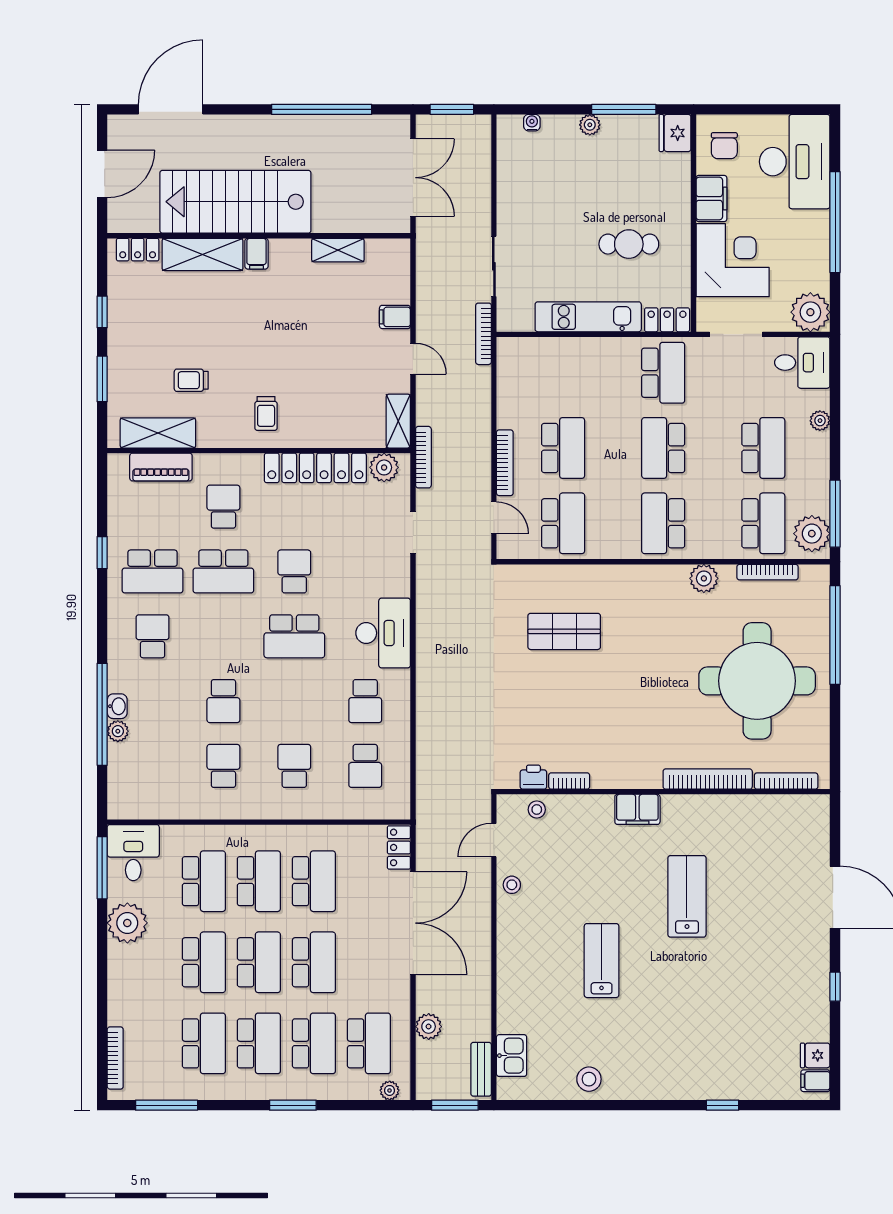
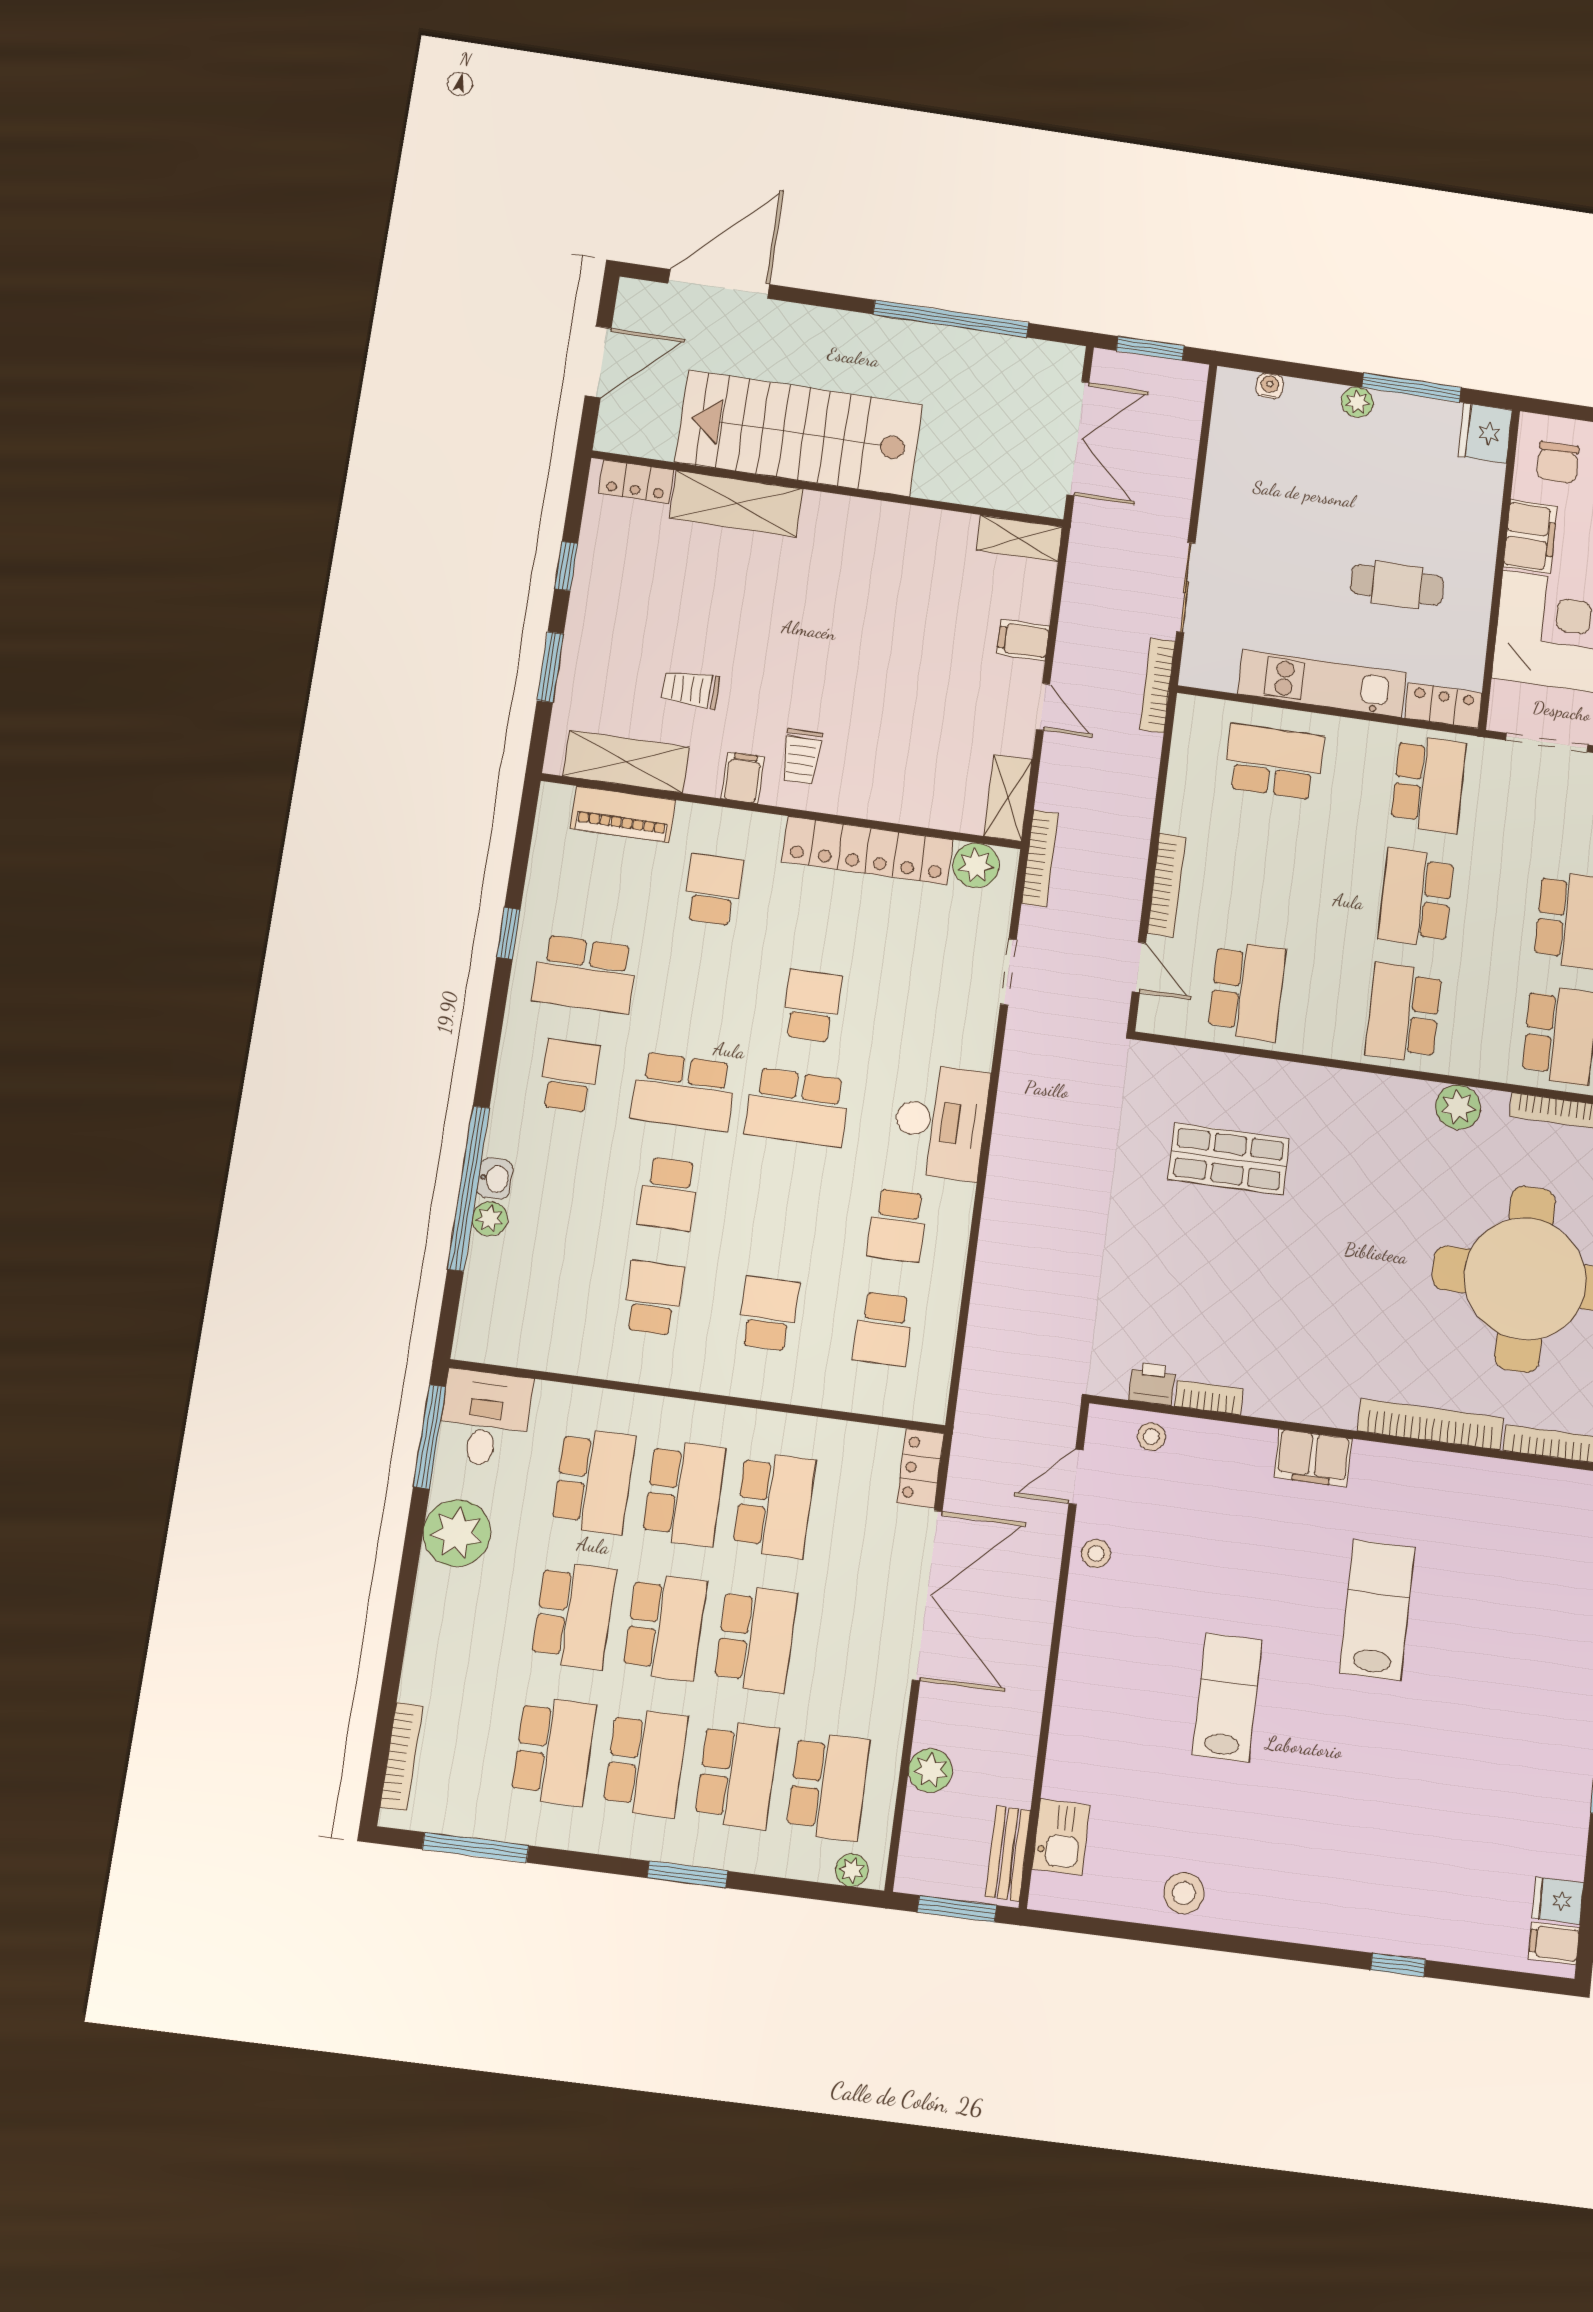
shelving: (338, 250) -> (1019, 539), moved
filing cabinet: (257, 254) -> (743, 778), moved, turned 180
school desk: (563, 448) -> (1274, 762), moved, turned -90
school desk: (223, 571) -> (684, 1091), moved

